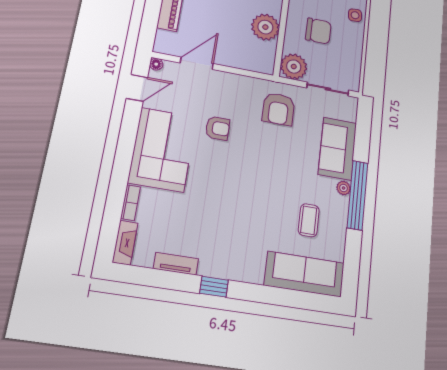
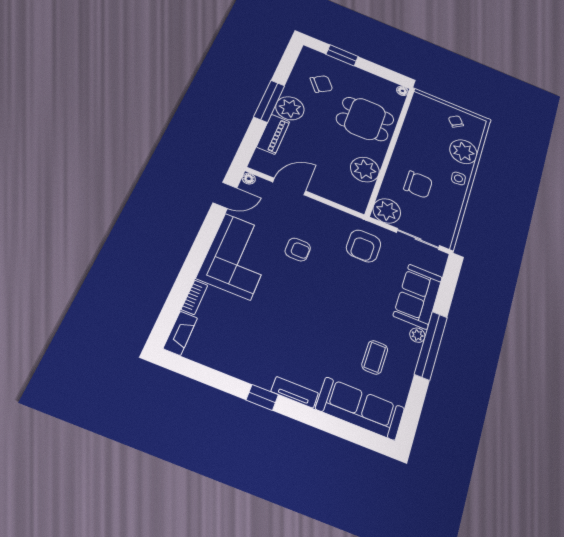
tv unit: (176, 264) -> (295, 392), moved

